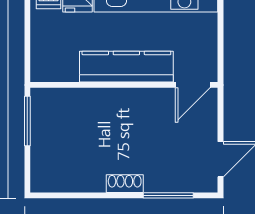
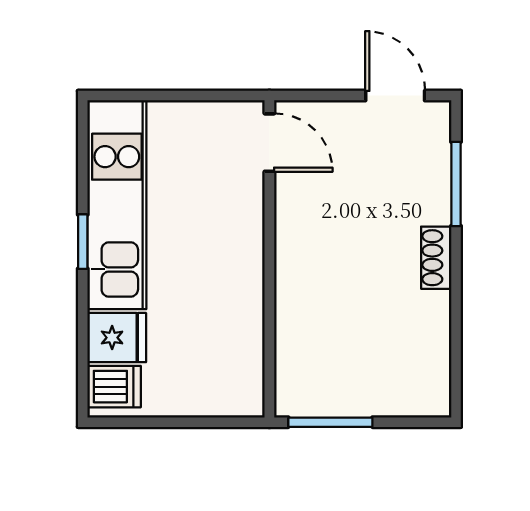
kitchen counter: (126, 67) -> (238, 255), removed

